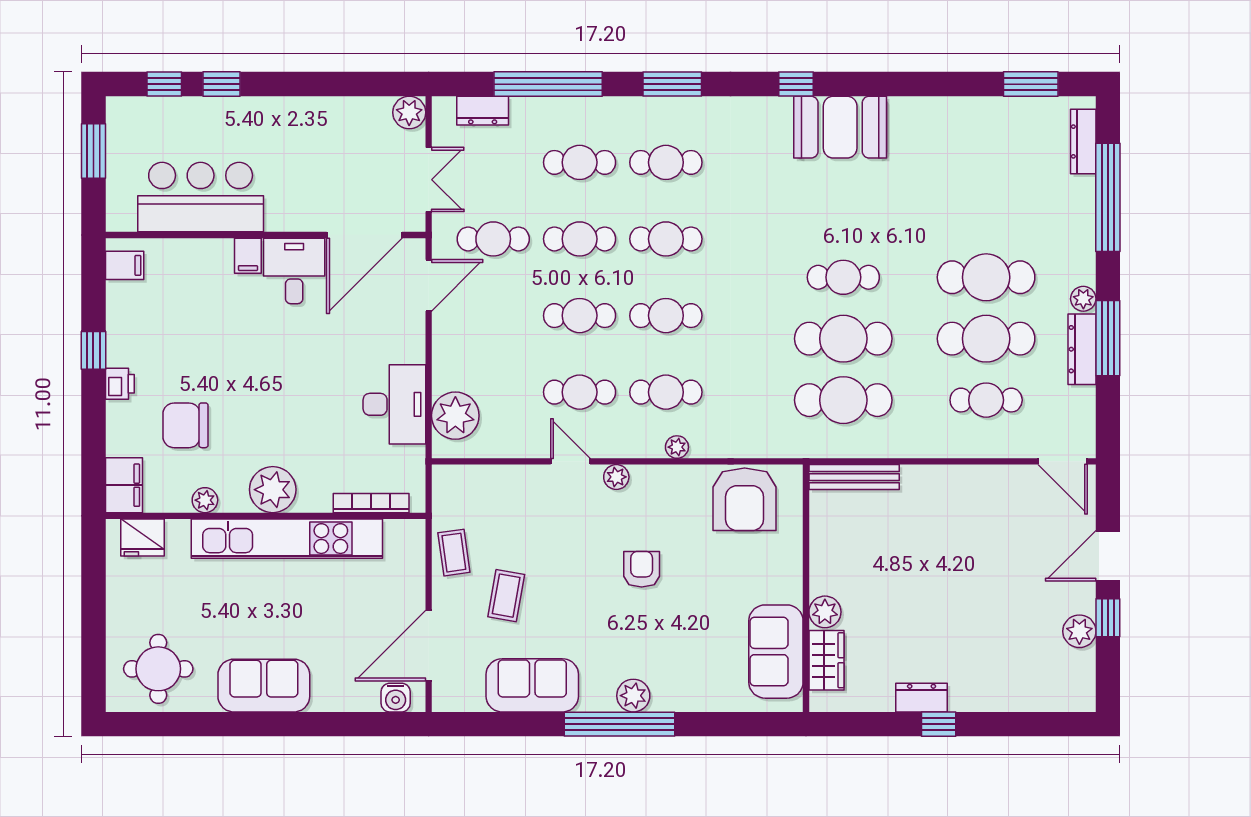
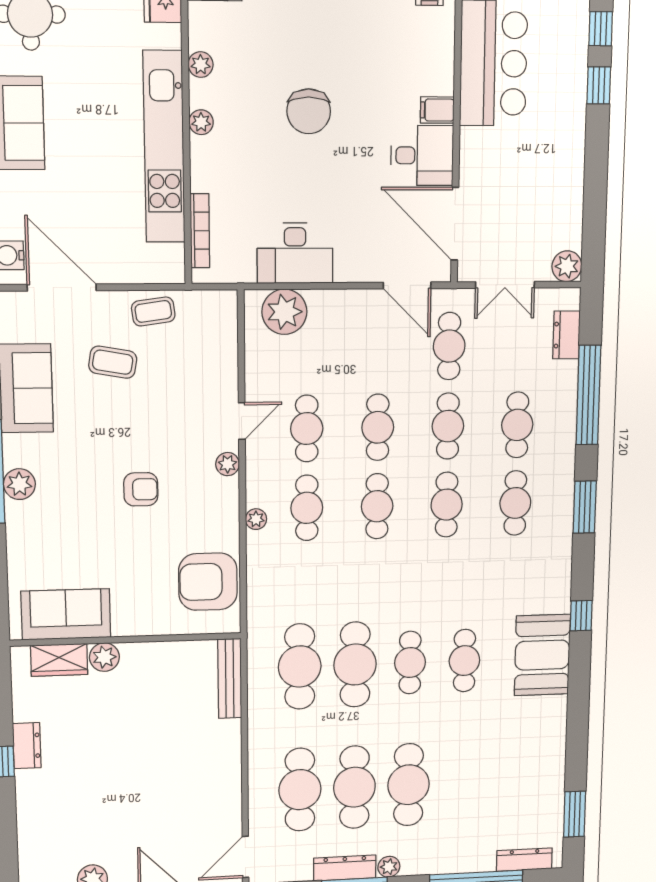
cafe table: (843, 216) -> (464, 661), added
cafe table: (986, 400) -> (300, 790), width x1.37, depth x1.35
chair: (186, 425) -> (309, 111), moved, turned 180
plant: (273, 490) -> (201, 122), width x0.53, depth x0.53

